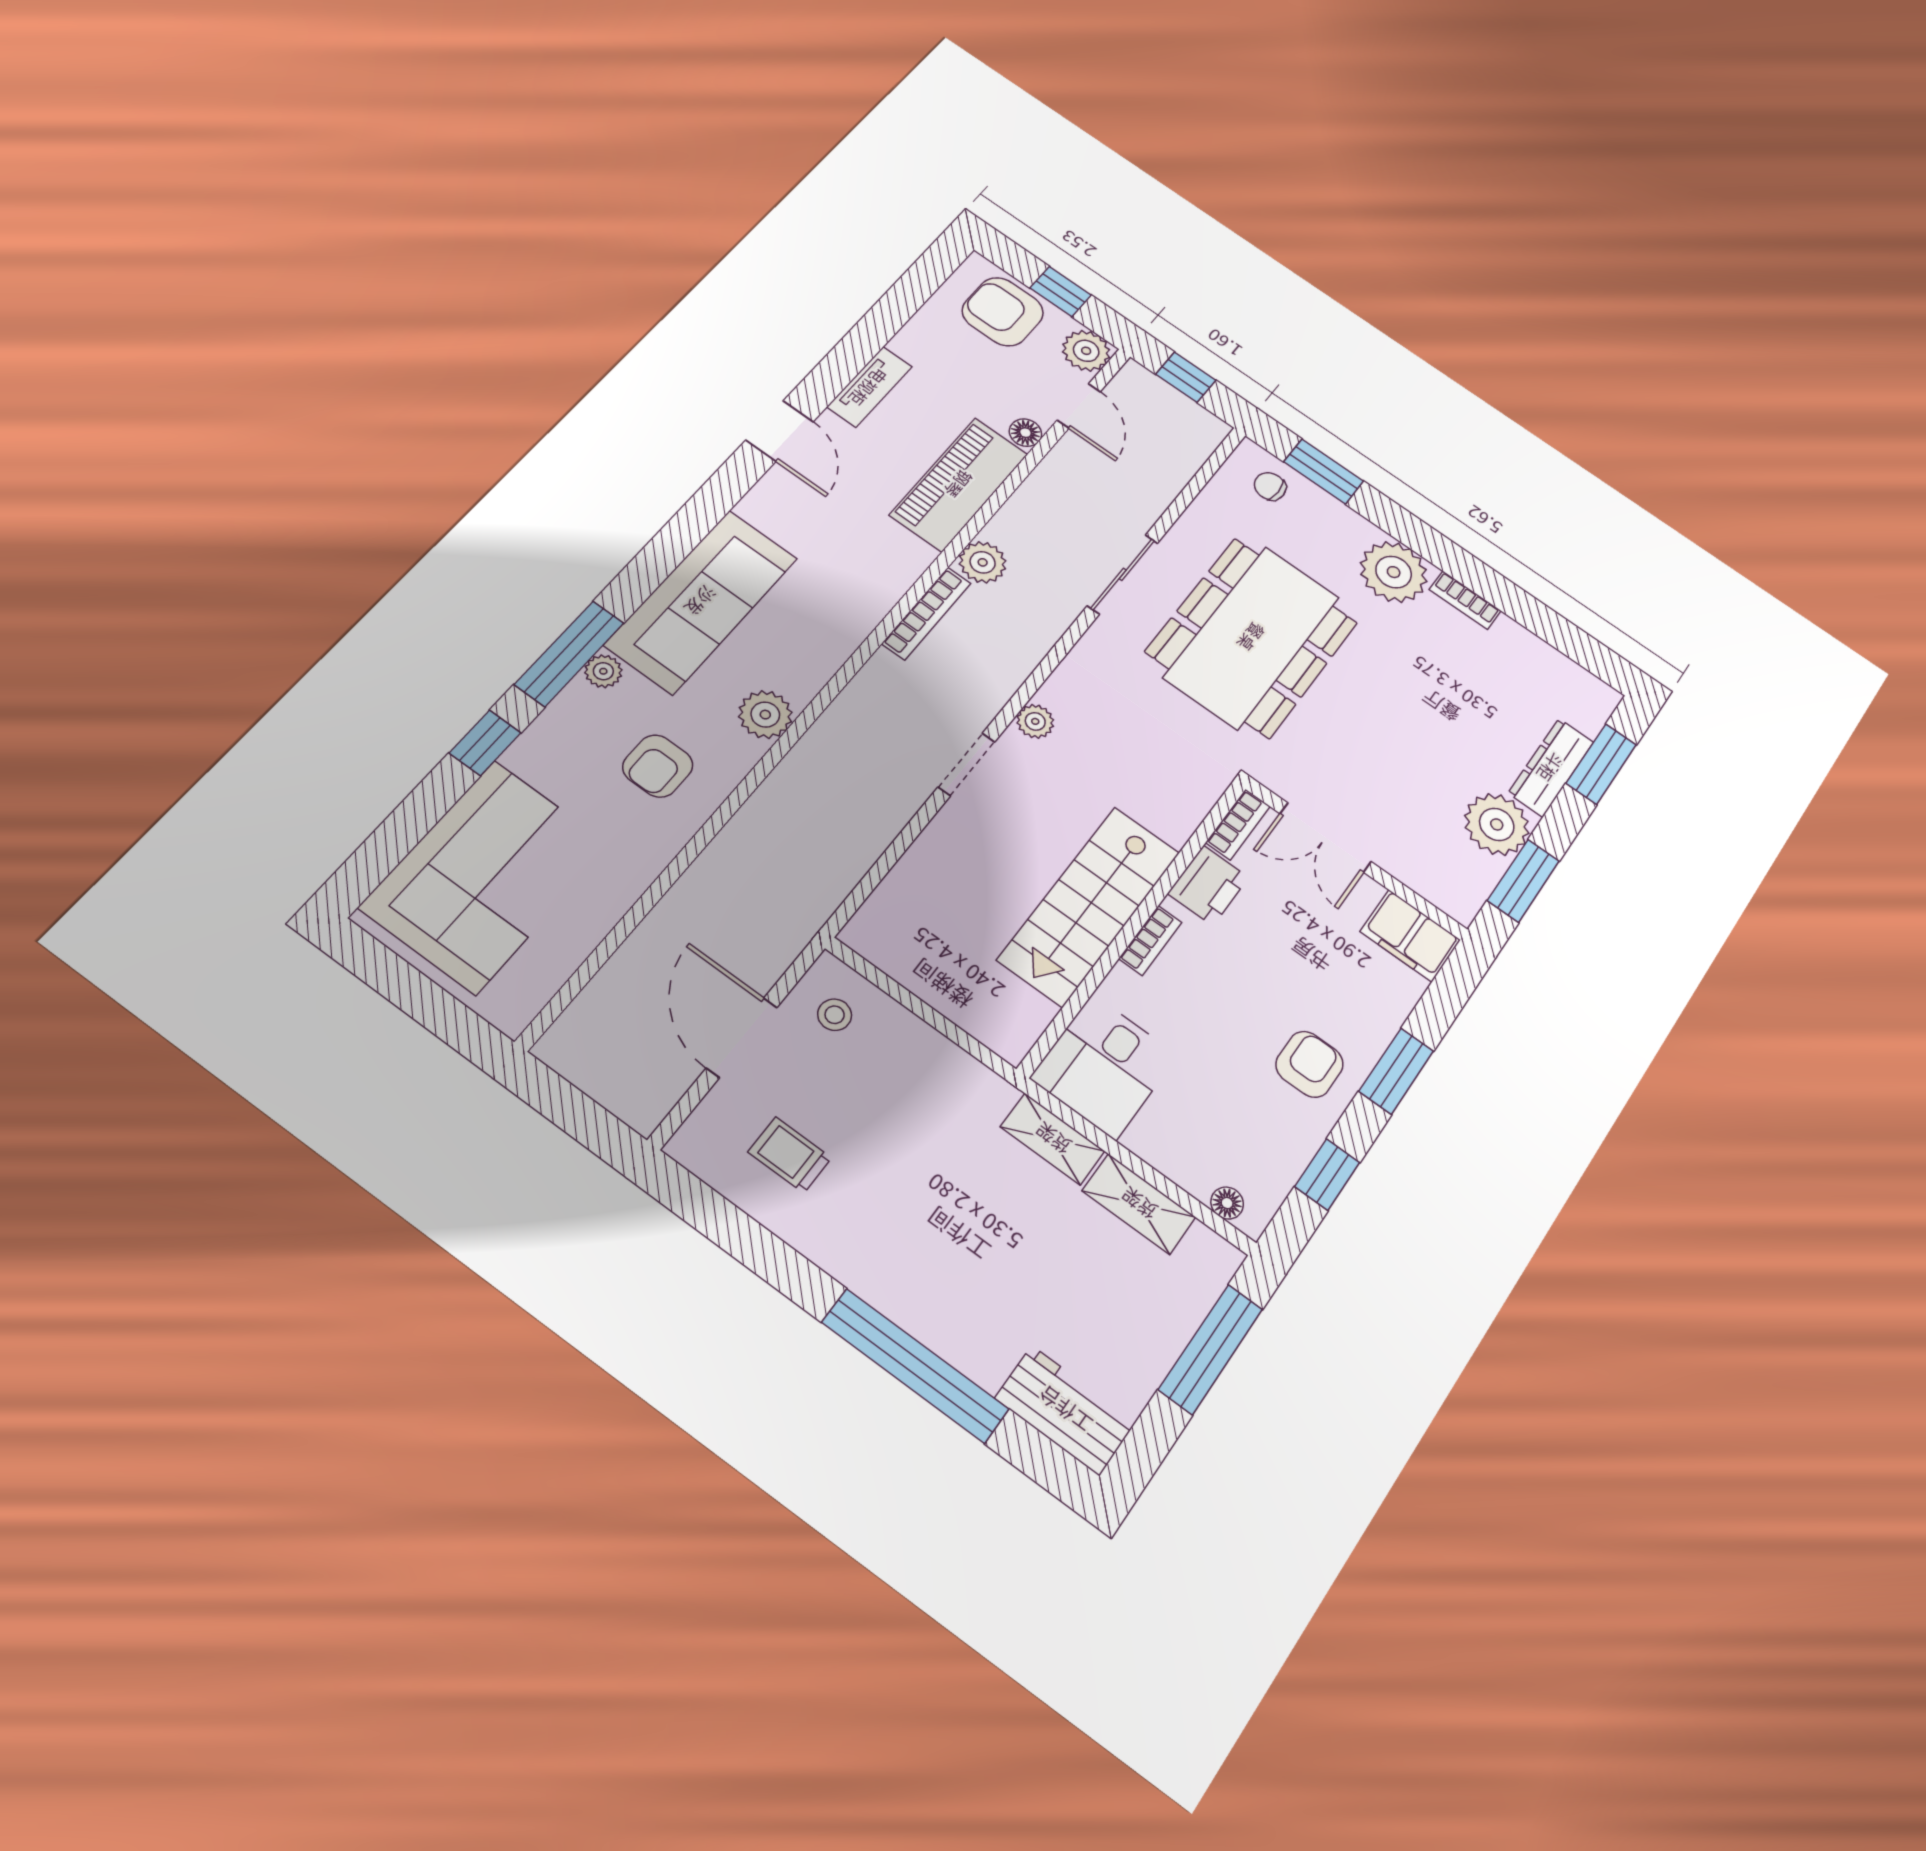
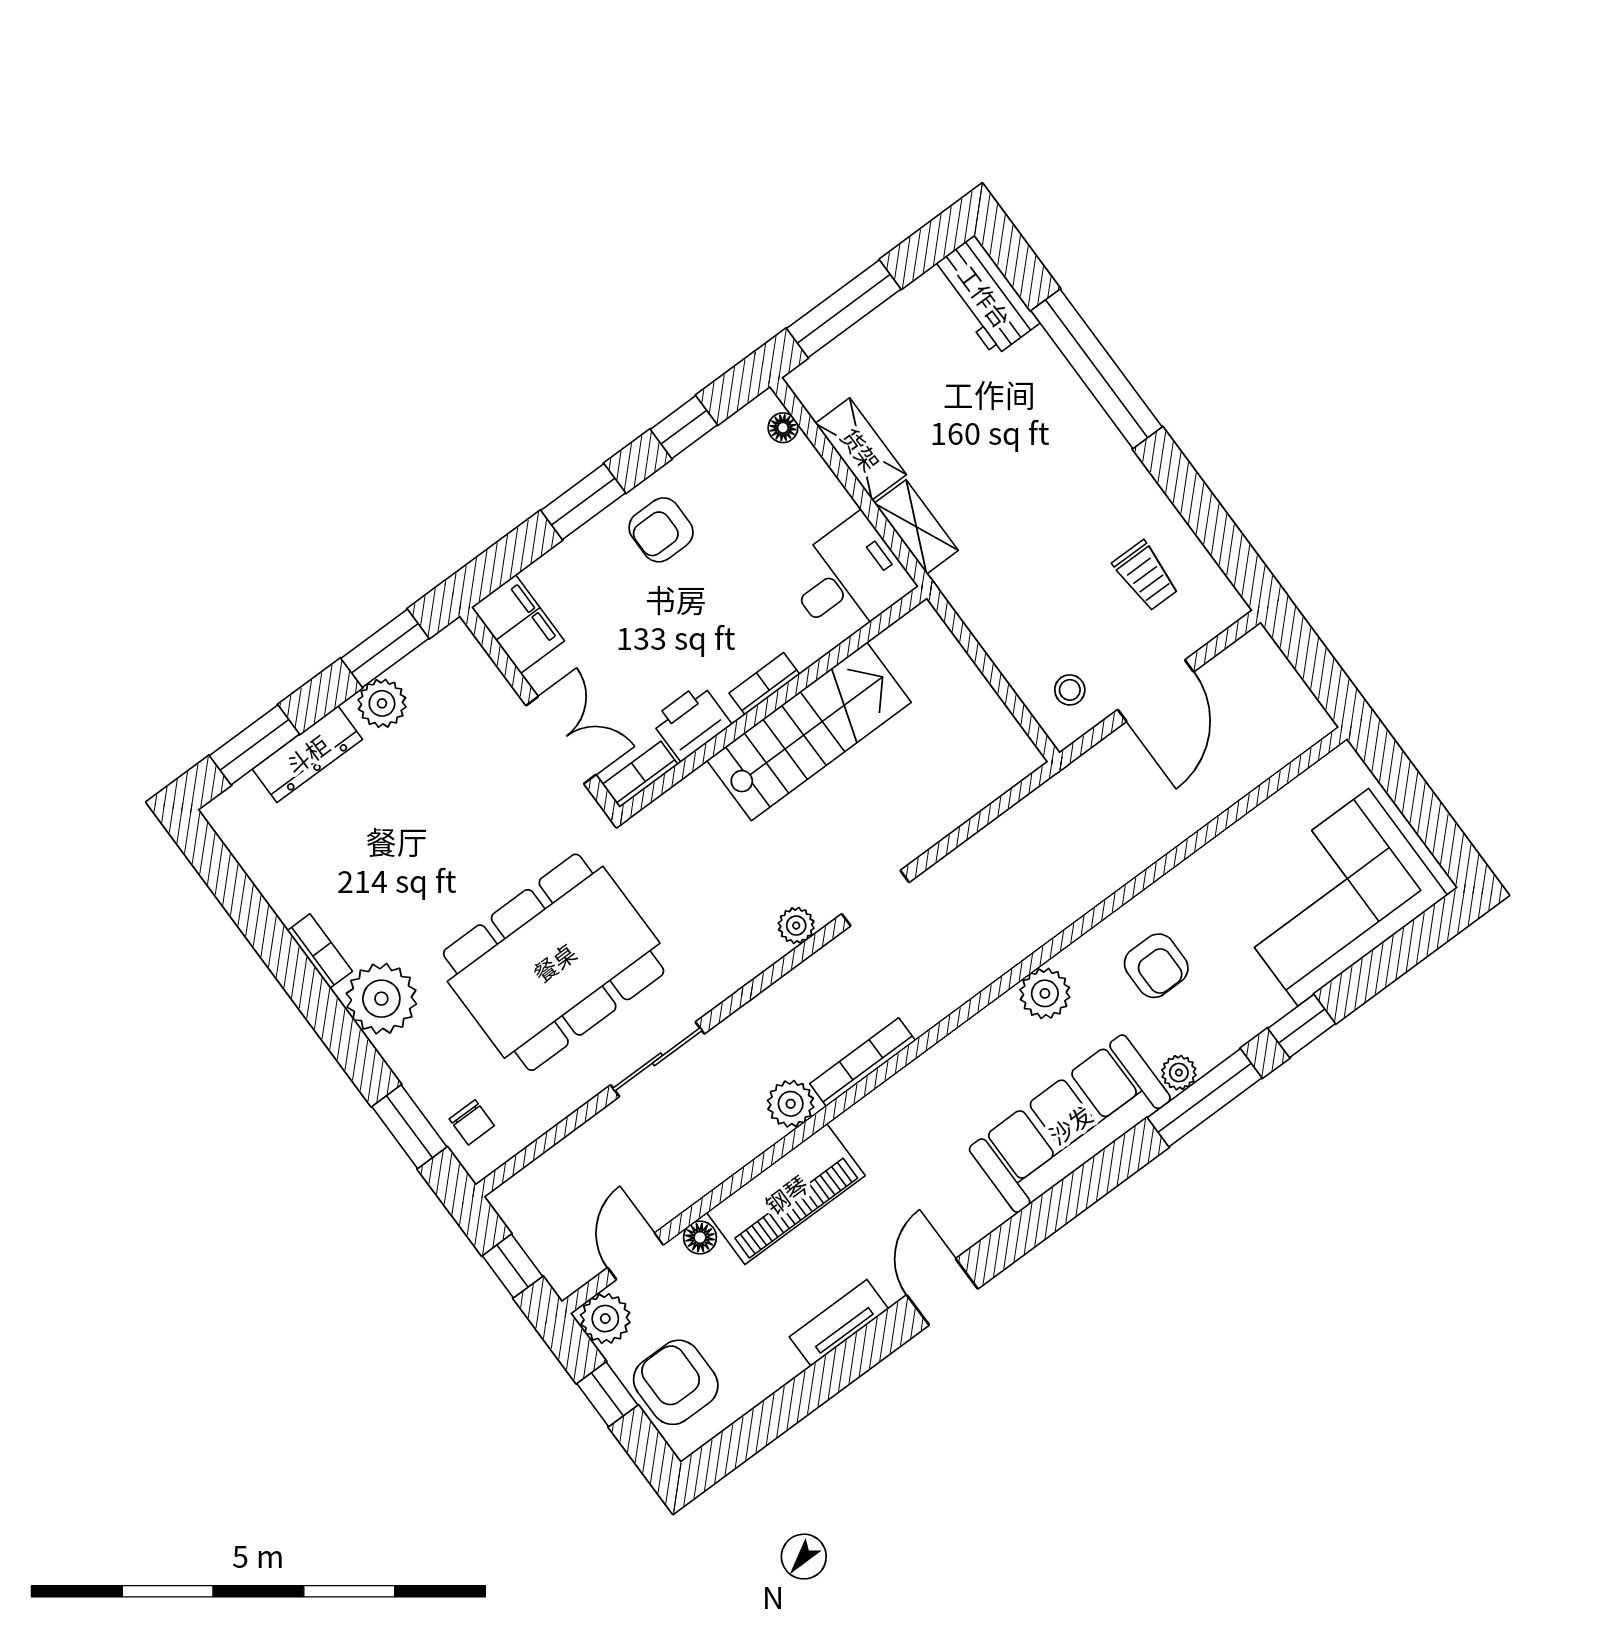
armchair: (1003, 312) -> (676, 1382), turned 180
armchair: (658, 766) -> (1156, 966), turned 90
plant: (1497, 824) -> (382, 703), width x0.73, depth x0.73

